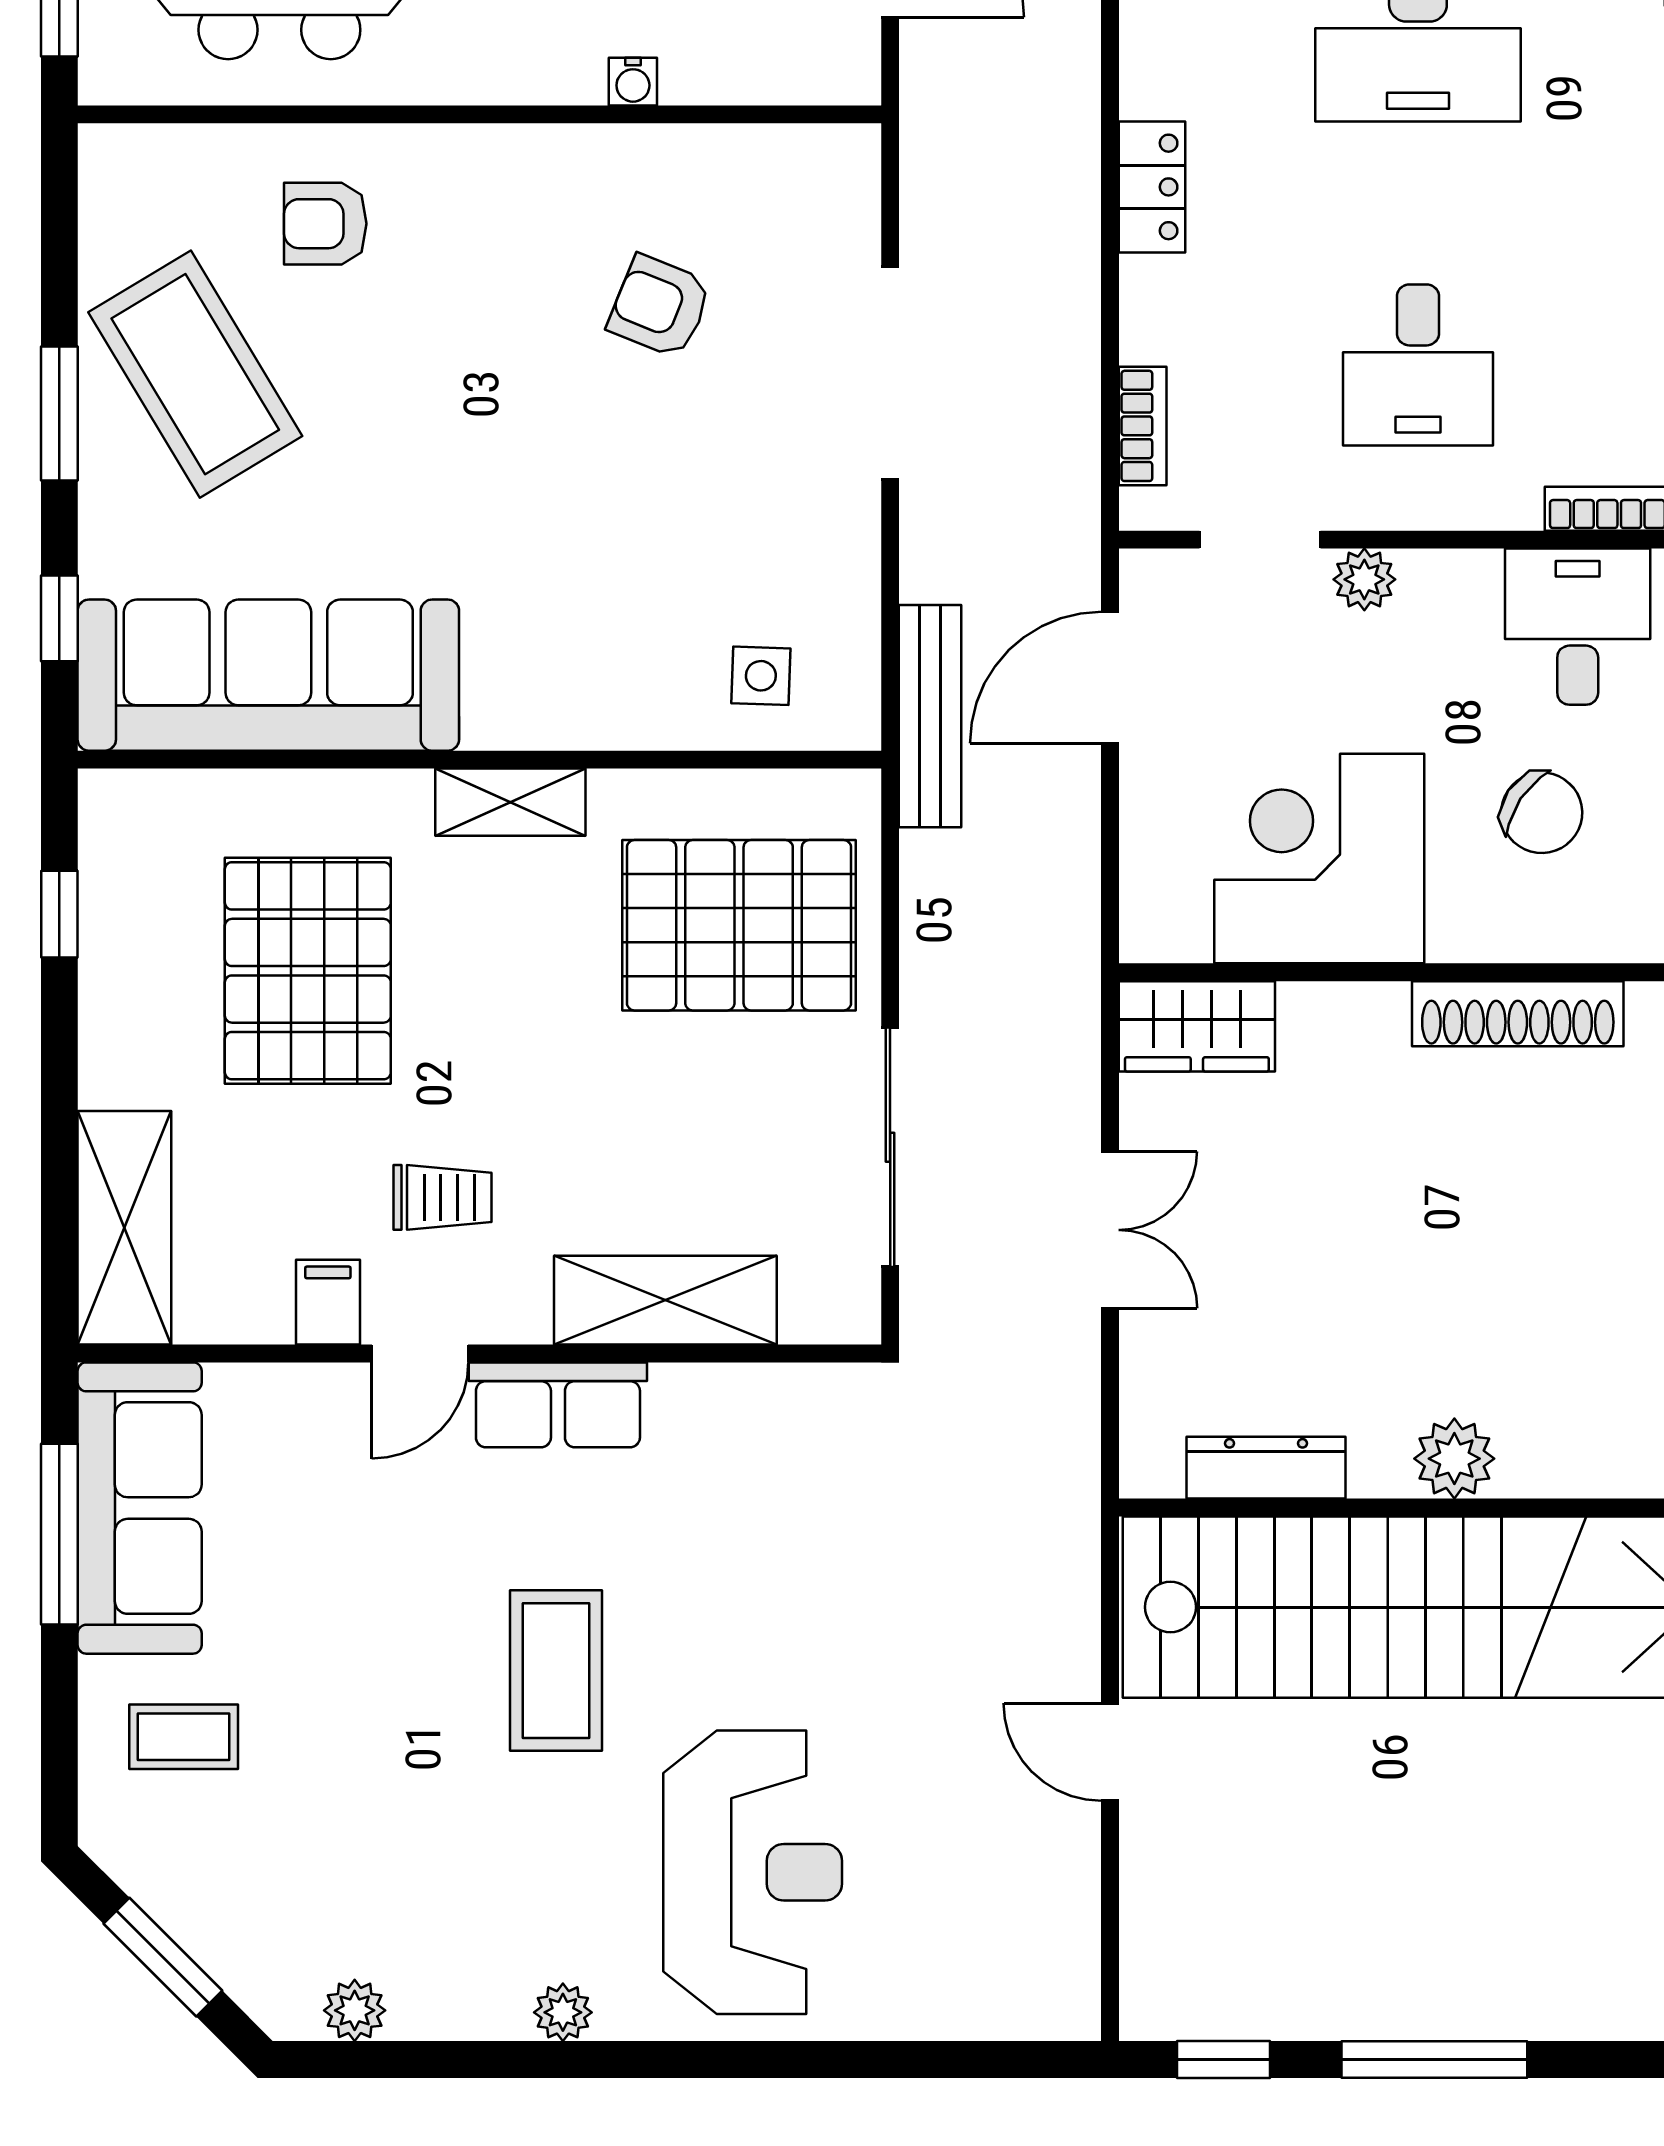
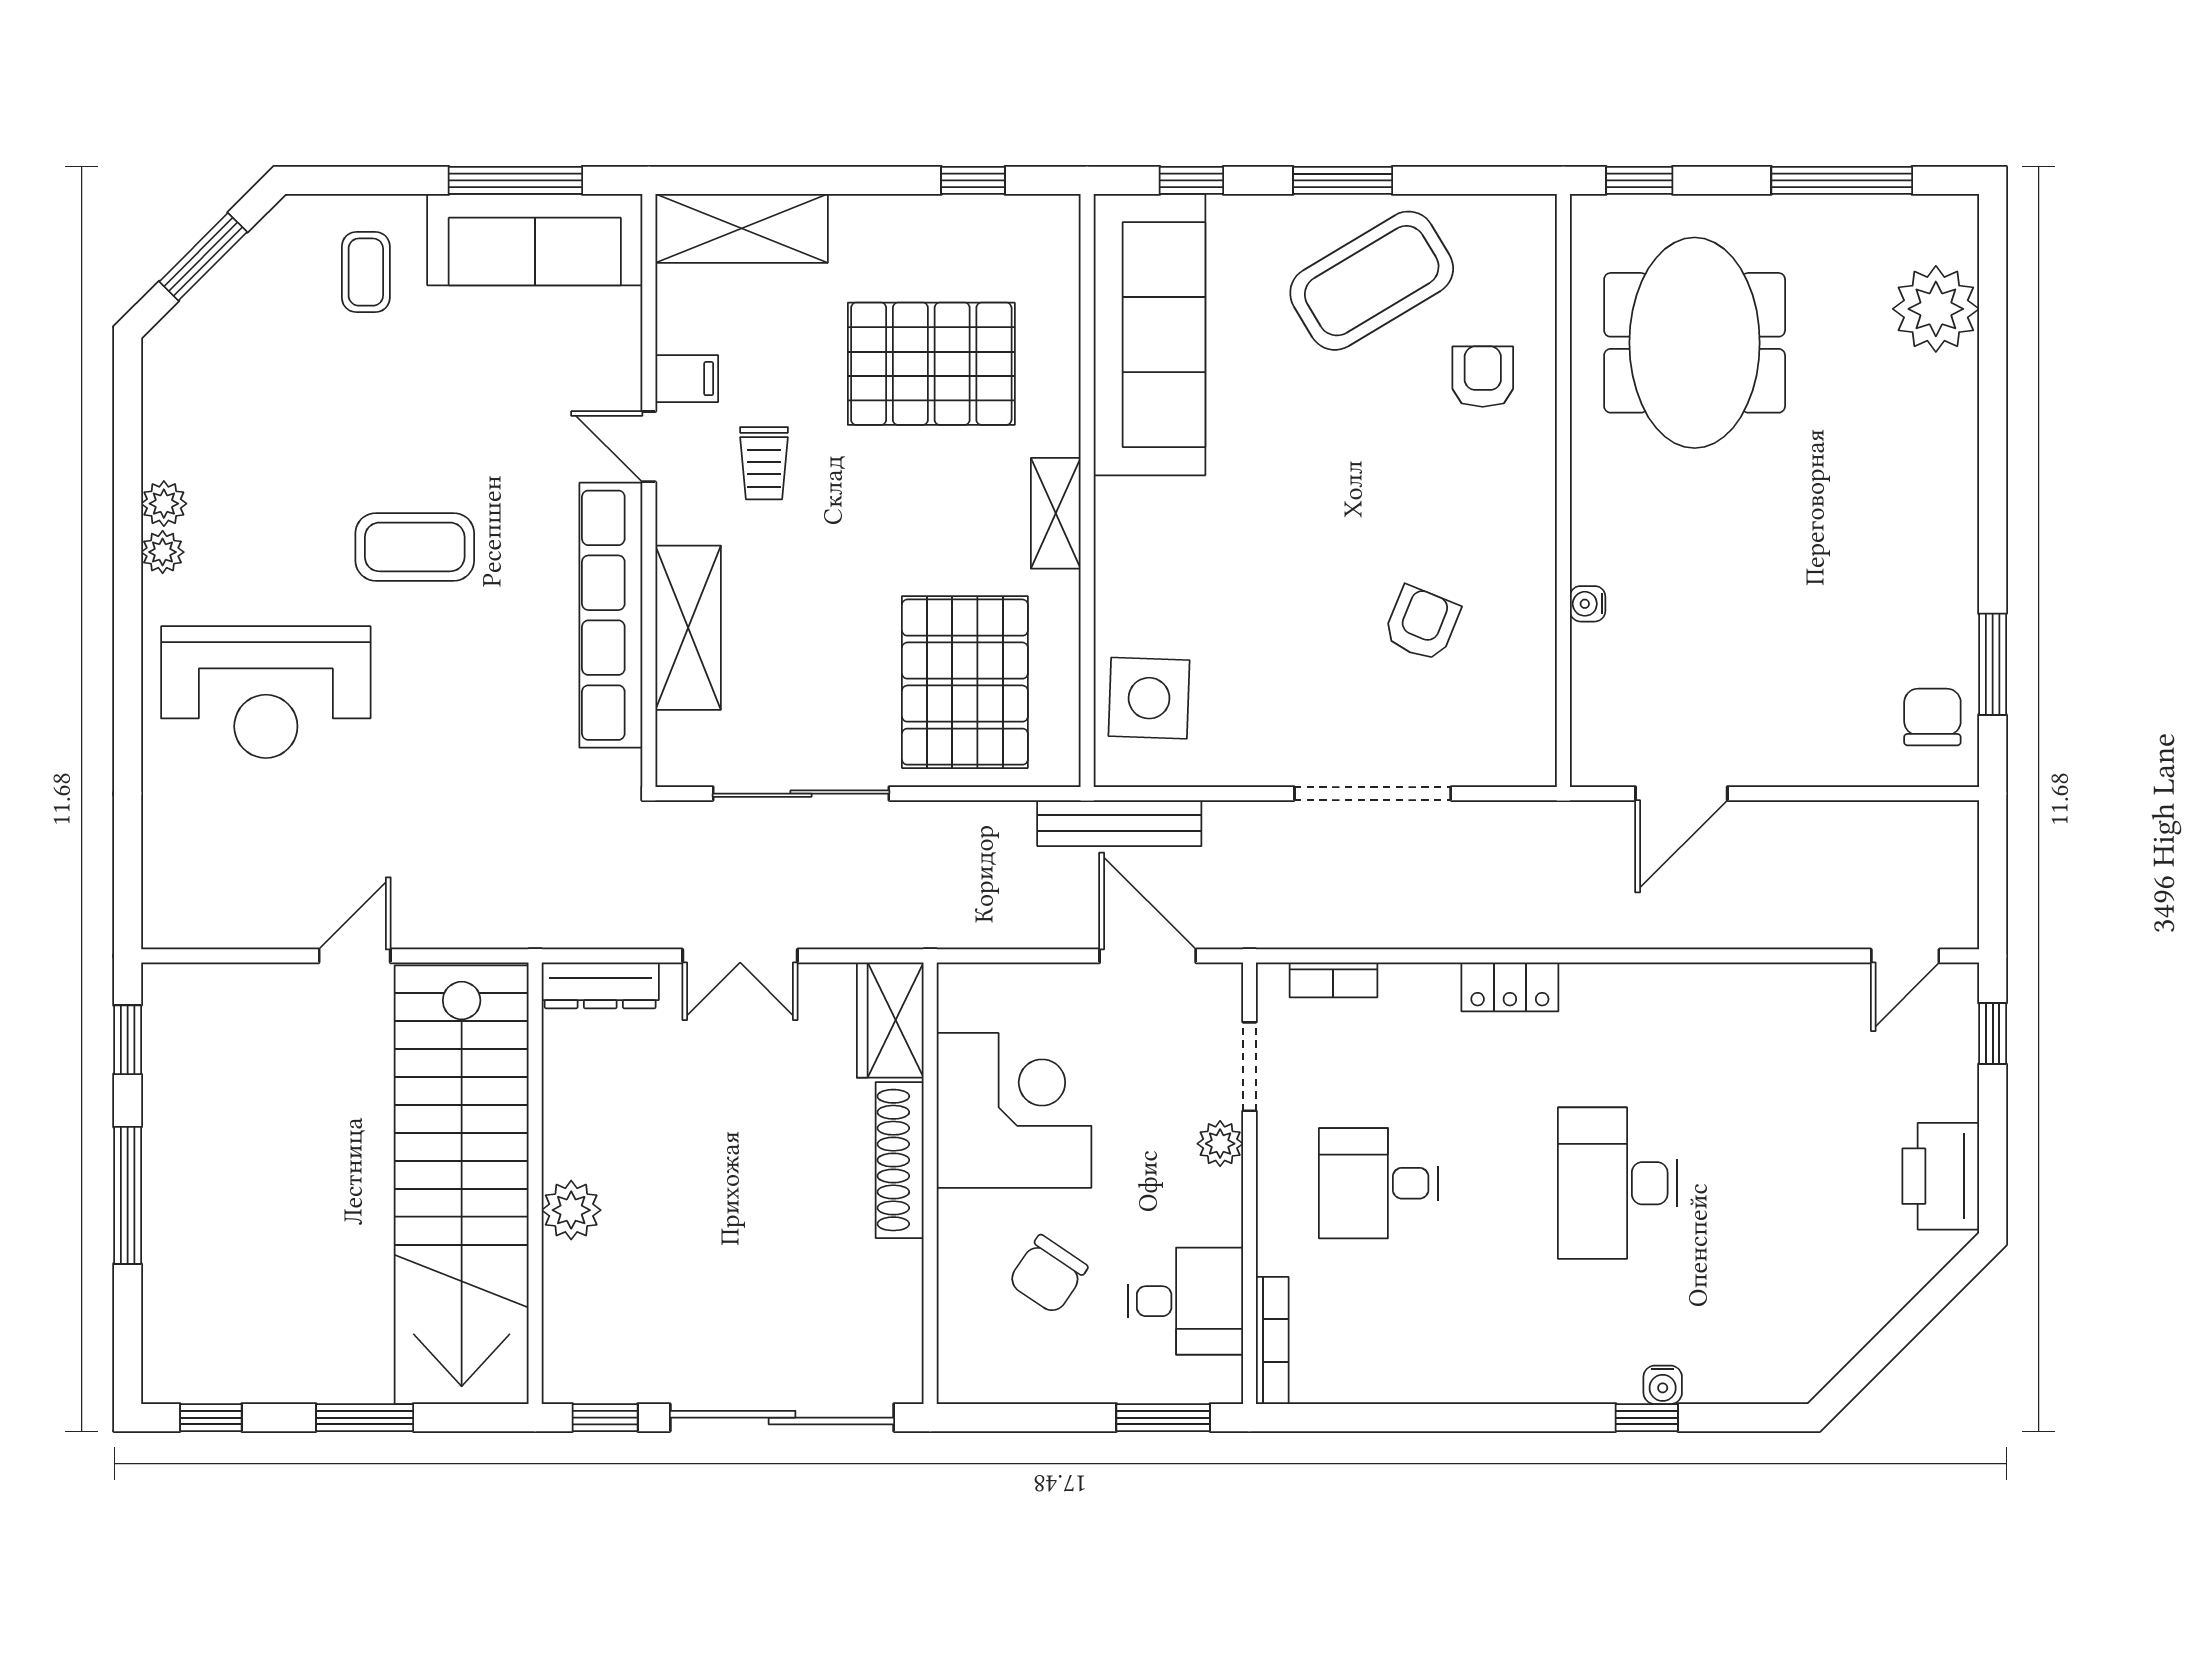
side table: (761, 676) -> (1149, 698), width x1.87, depth x1.87
shoe rack: (1518, 1014) -> (900, 1160), moved
row of seats: (558, 1405) -> (611, 615), width x2.02
dresser: (1266, 1468) -> (600, 985), moved, turned 90
plant: (355, 2010) -> (164, 504), moved

